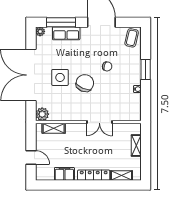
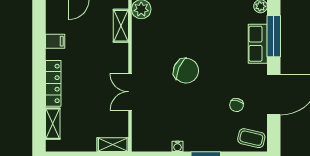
chair: (107, 66) -> (237, 105), moved
side table: (60, 77) -> (194, 35), removed
shelving: (136, 146) -> (113, 145), moved
filing cabinet: (64, 174) -> (55, 41), width x0.50

